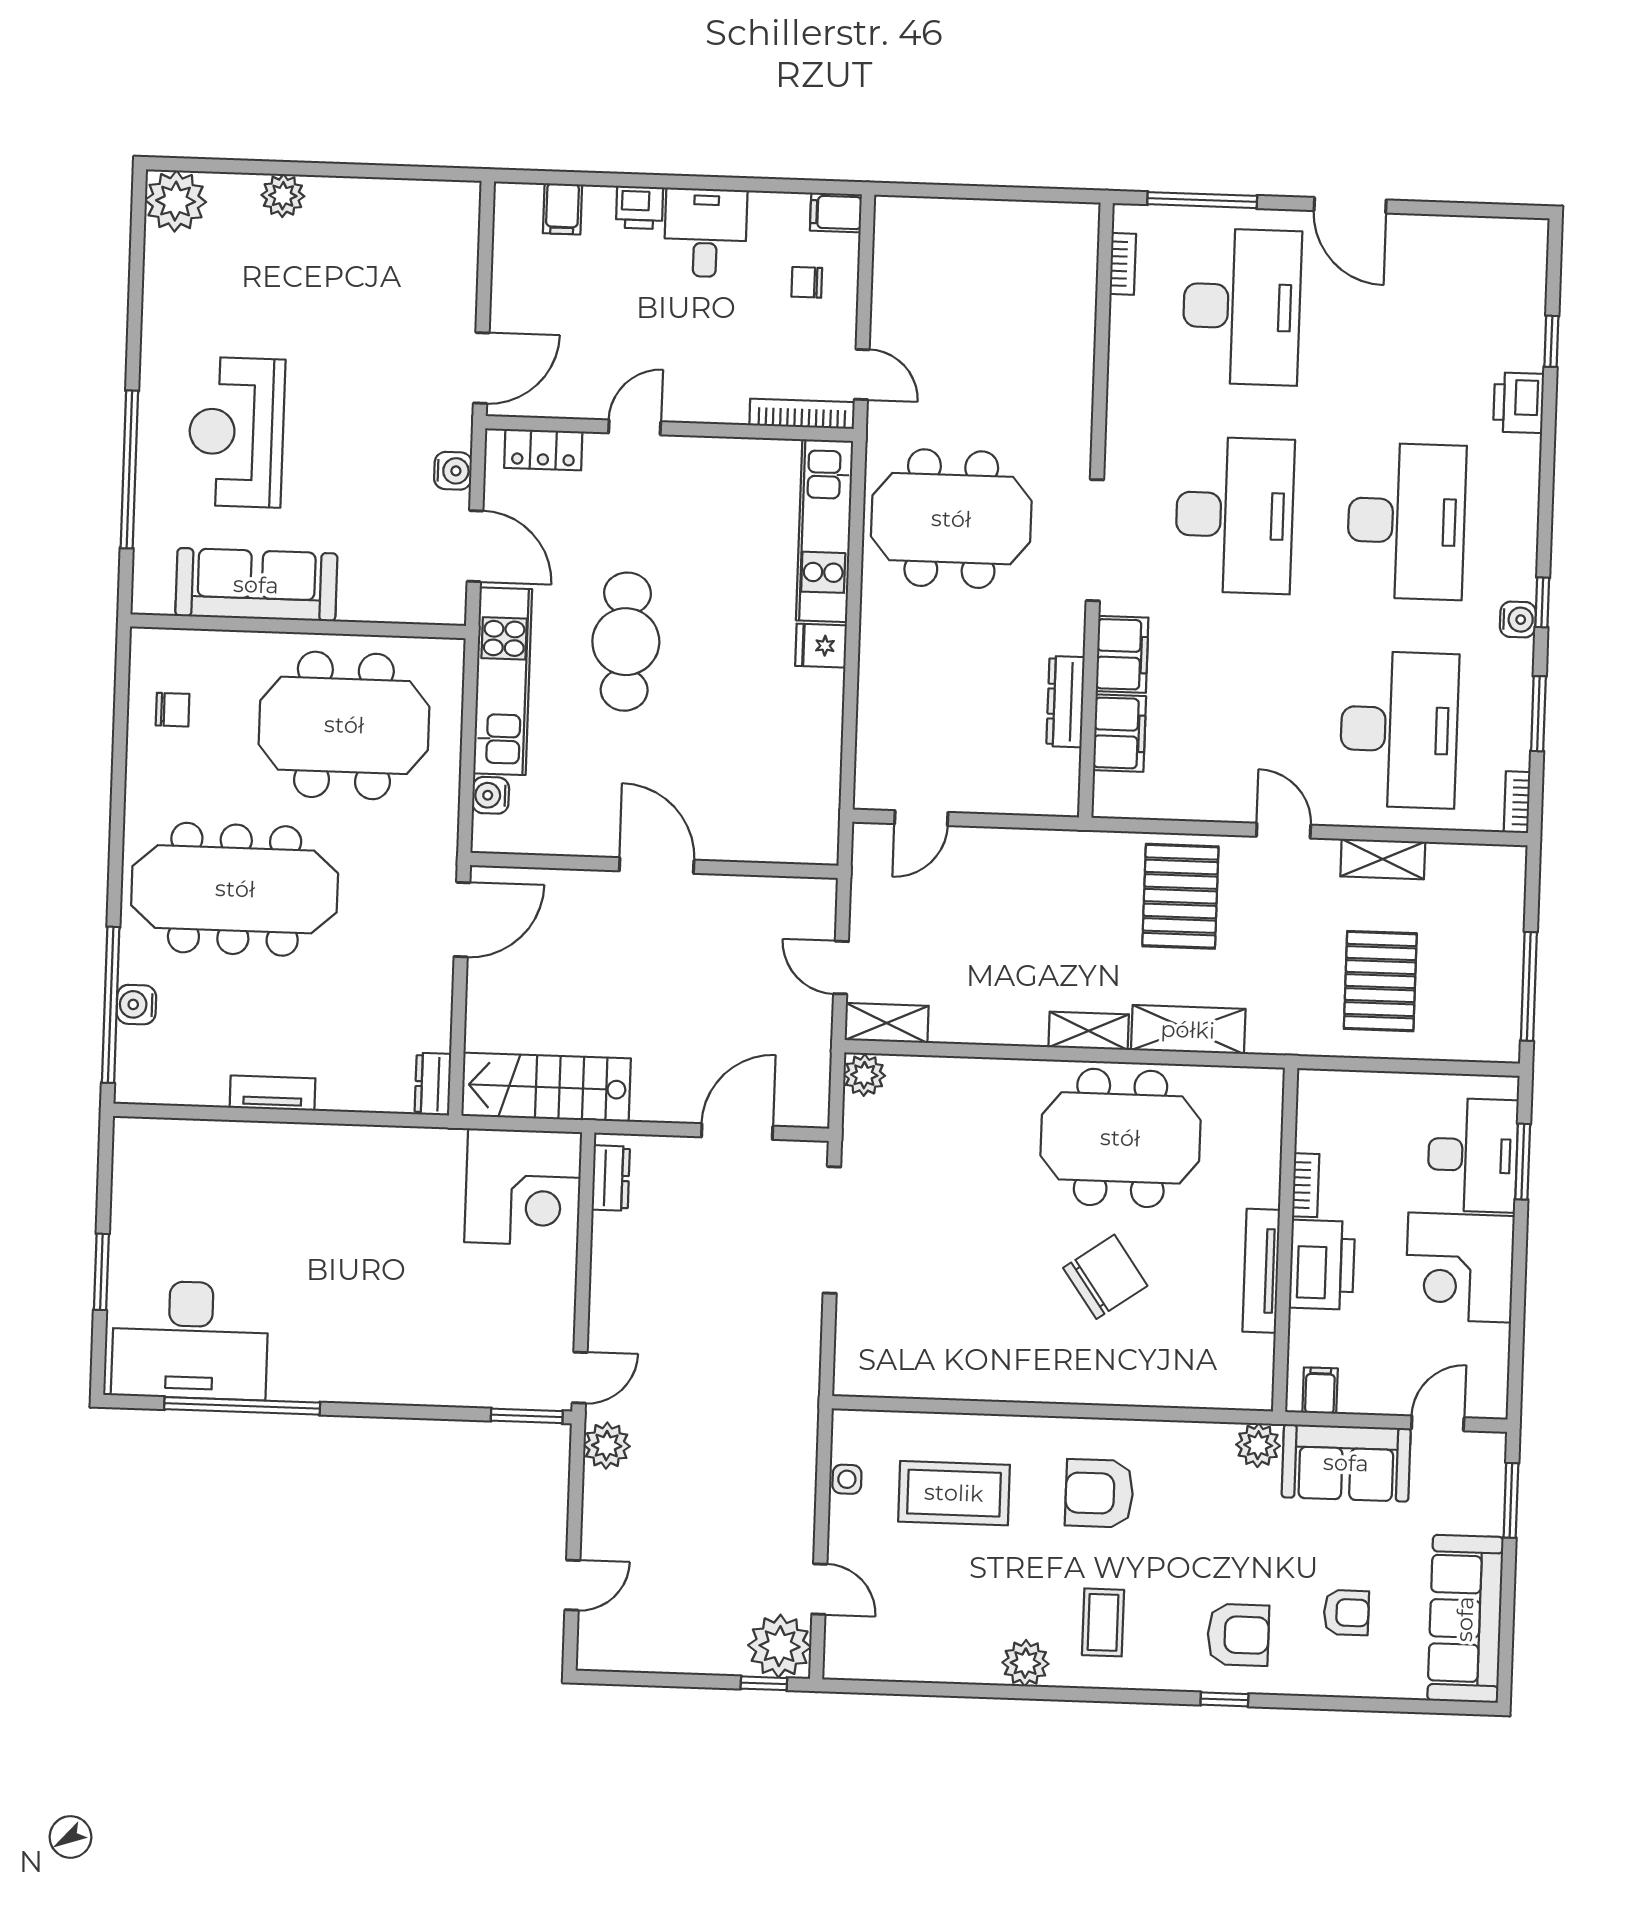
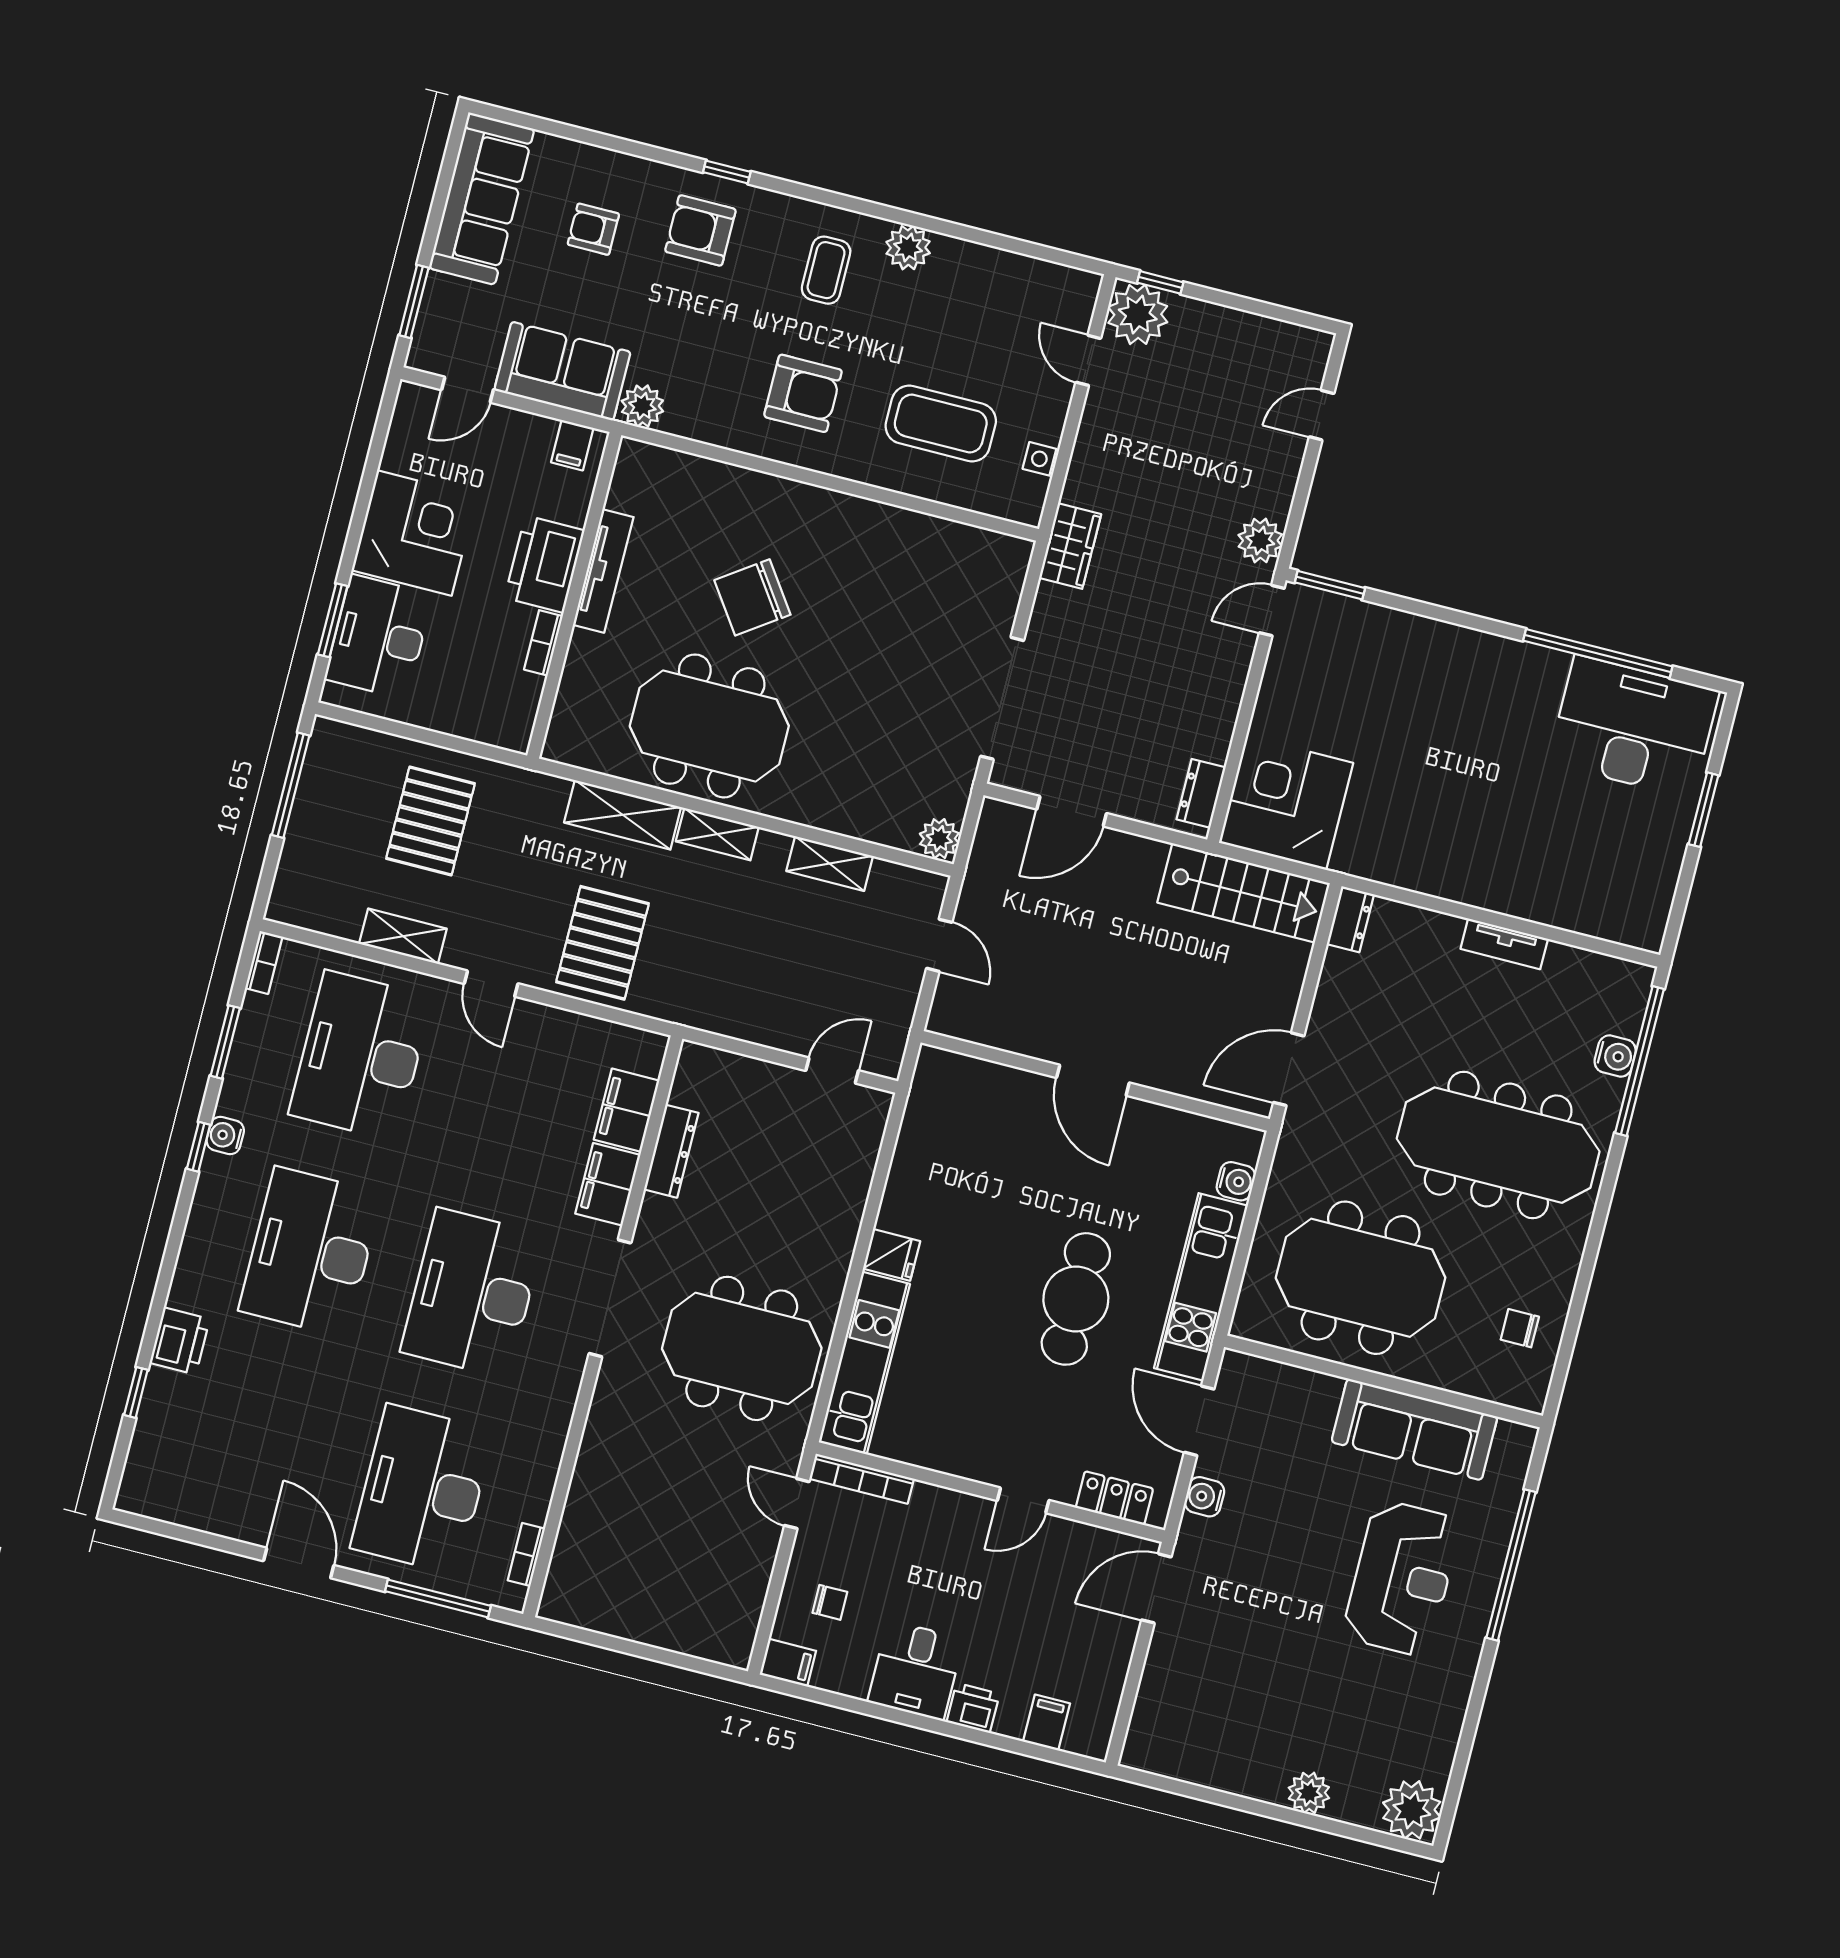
shelving: (887, 1023) -> (830, 864), moved
wardrobe: (797, 1398) -> (1070, 546), added

